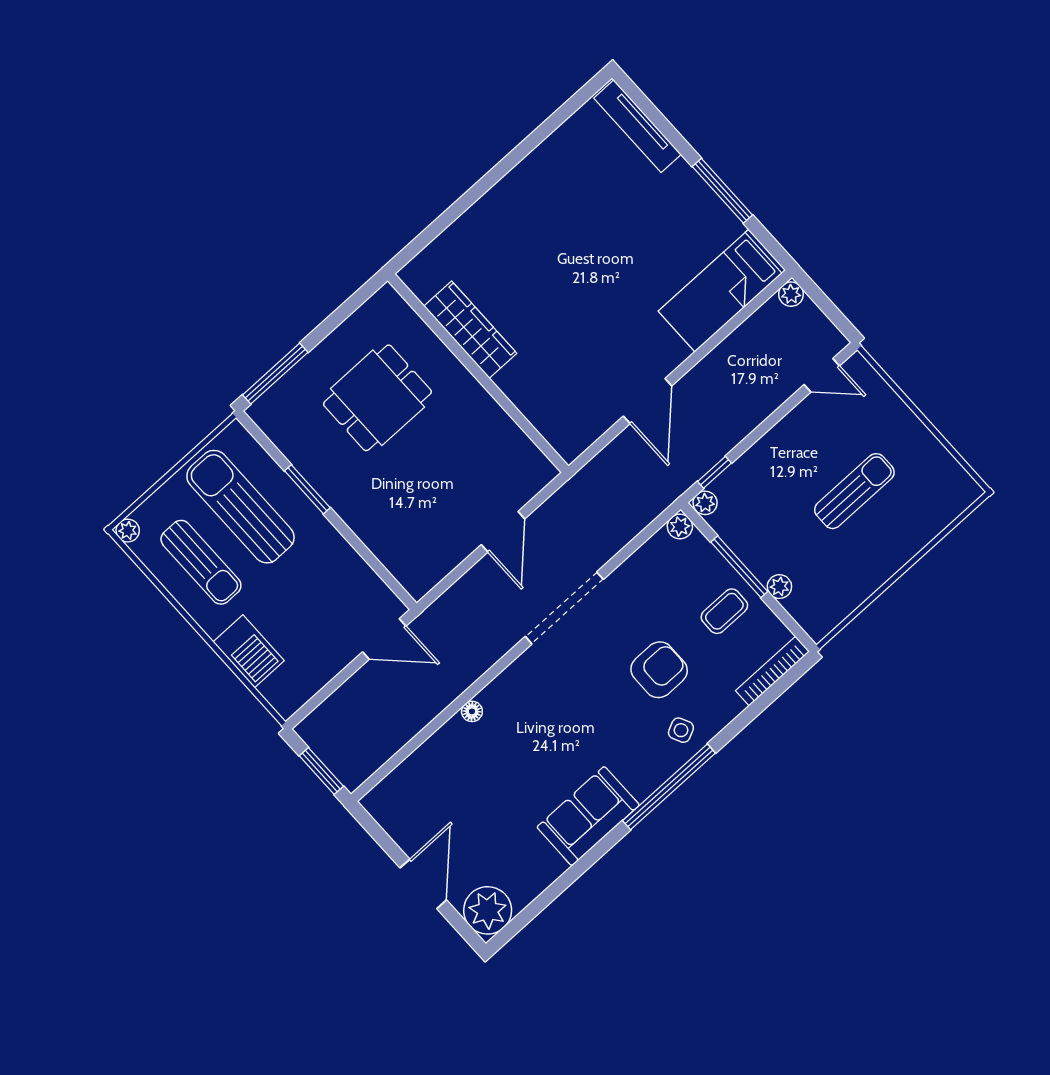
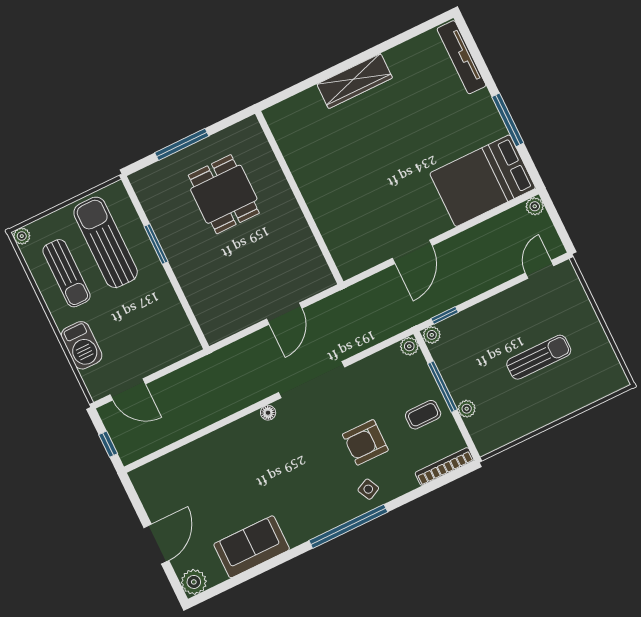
bed: (722, 291) -> (483, 181), width x1.50
wardrobe: (470, 330) -> (355, 81), moved, turned 90
window: (275, 374) -> (182, 144), moved
door: (822, 375) -> (540, 269), swing flipped
dining table: (377, 398) -> (224, 194), turned 90
door: (384, 639) -> (128, 389), moved
armchair: (659, 670) -> (365, 442), turned 180
floor lamp: (472, 711) -> (268, 413), moved
window: (321, 771) -> (108, 444), width x0.67
sofa: (588, 816) -> (252, 547), moved
plant: (488, 910) -> (194, 582), width x0.73, depth x0.73

